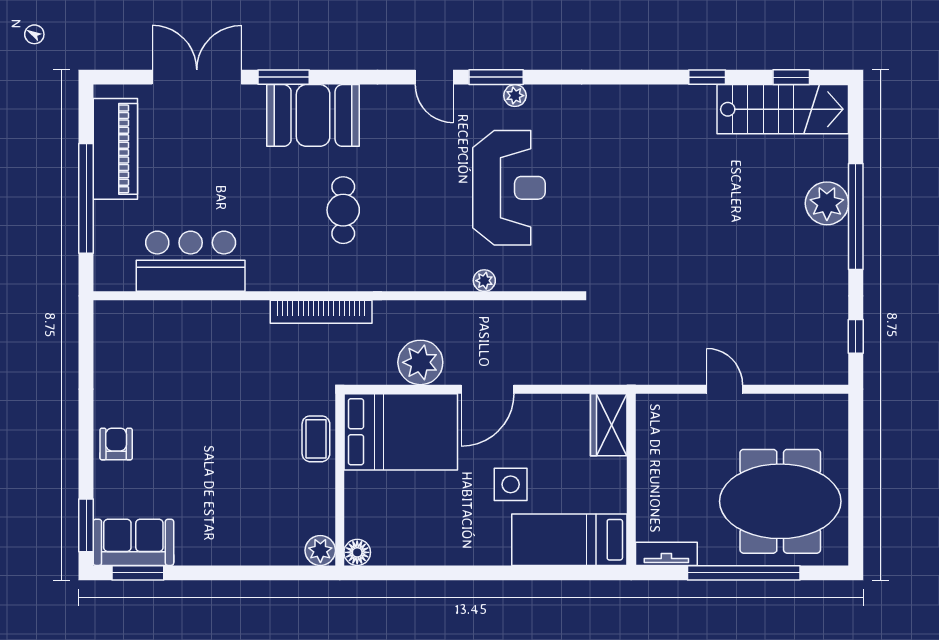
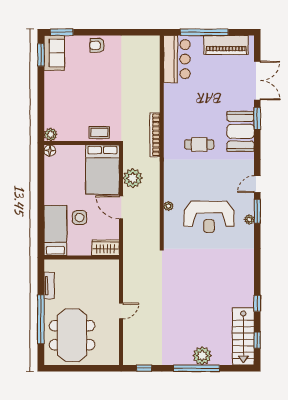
bar counter: (191, 261) -> (177, 59), moved
wardrobe: (609, 425) -> (106, 248), moved
armchair: (116, 444) -> (97, 45), turned 180
wall: (631, 480) -> (82, 257), moved
bed: (569, 540) -> (55, 231), moved

